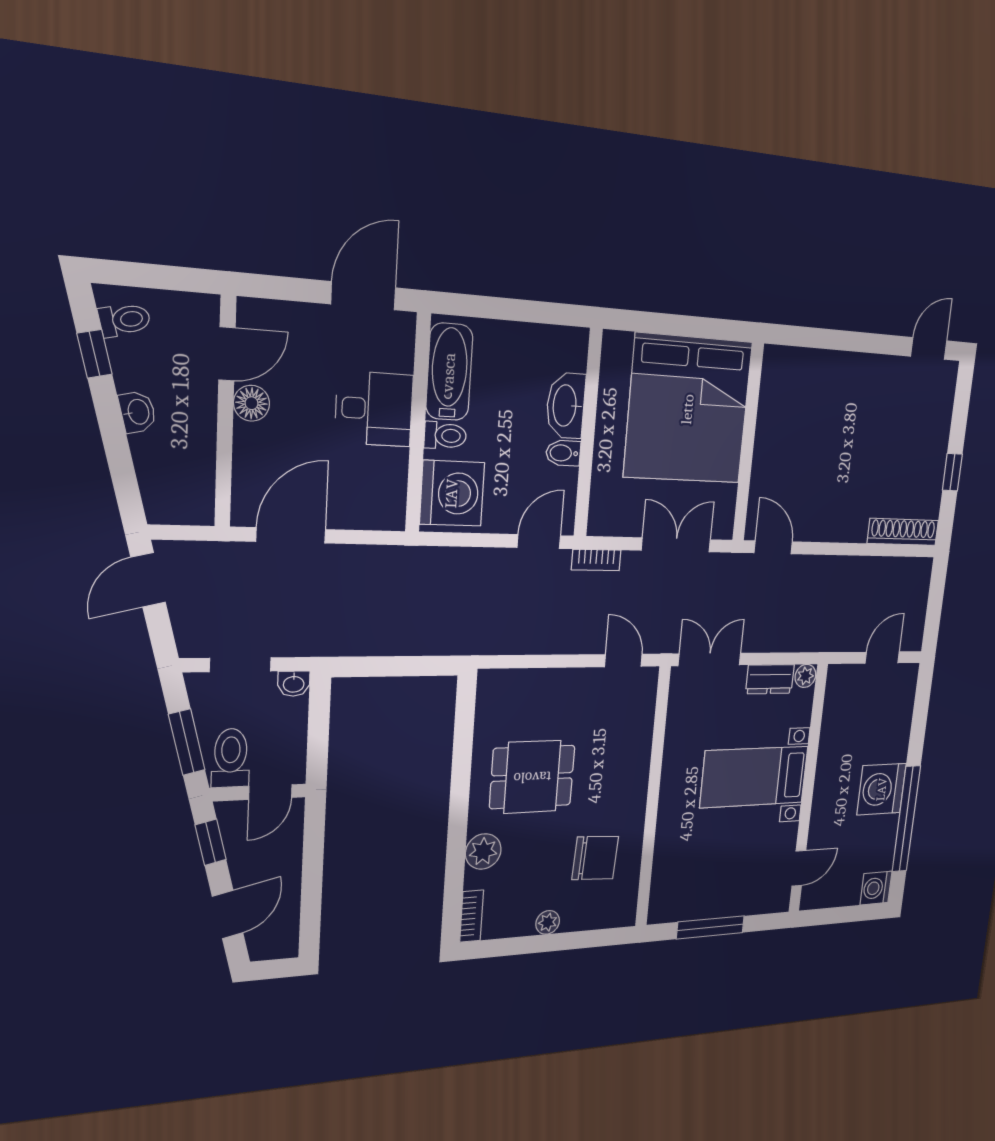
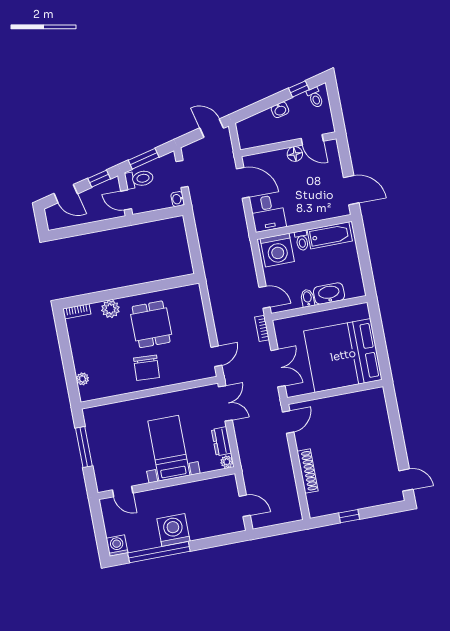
desk: (374, 409) -> (268, 213), moved
shoe rack: (903, 532) -> (307, 471), moved
chair: (595, 858) -> (147, 368), moved
plant: (548, 922) -> (82, 379), moved

